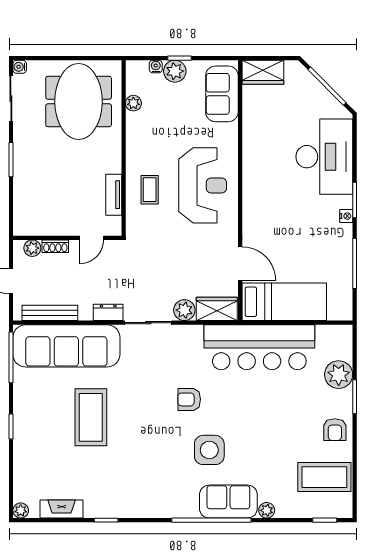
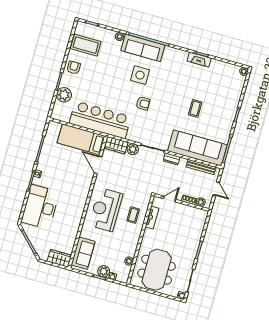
coffee table: (91, 417) -> (195, 108), width x0.54, depth x0.58
sofa: (228, 502) -> (143, 48), width x1.36
fireplace: (62, 509) -> (199, 60), moved

